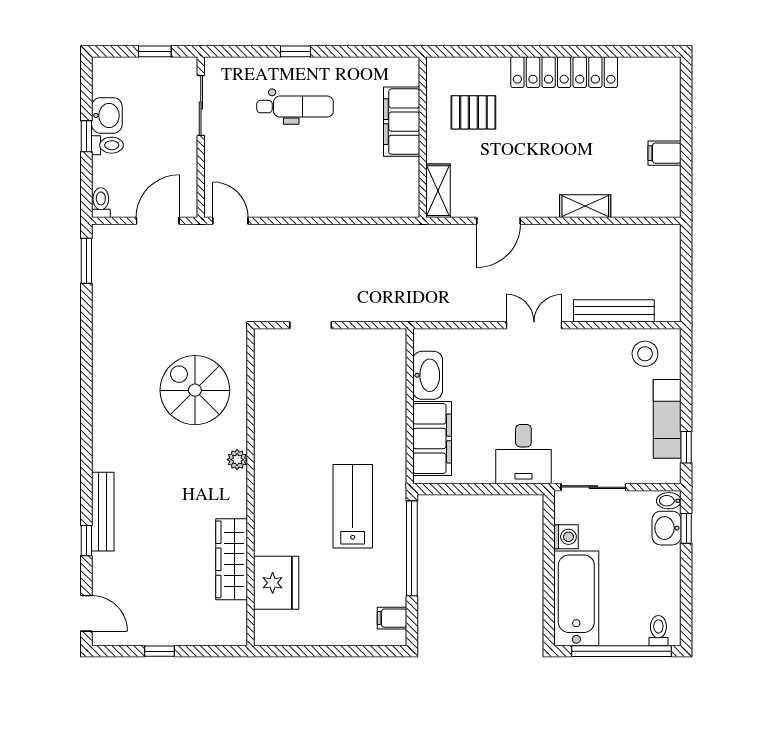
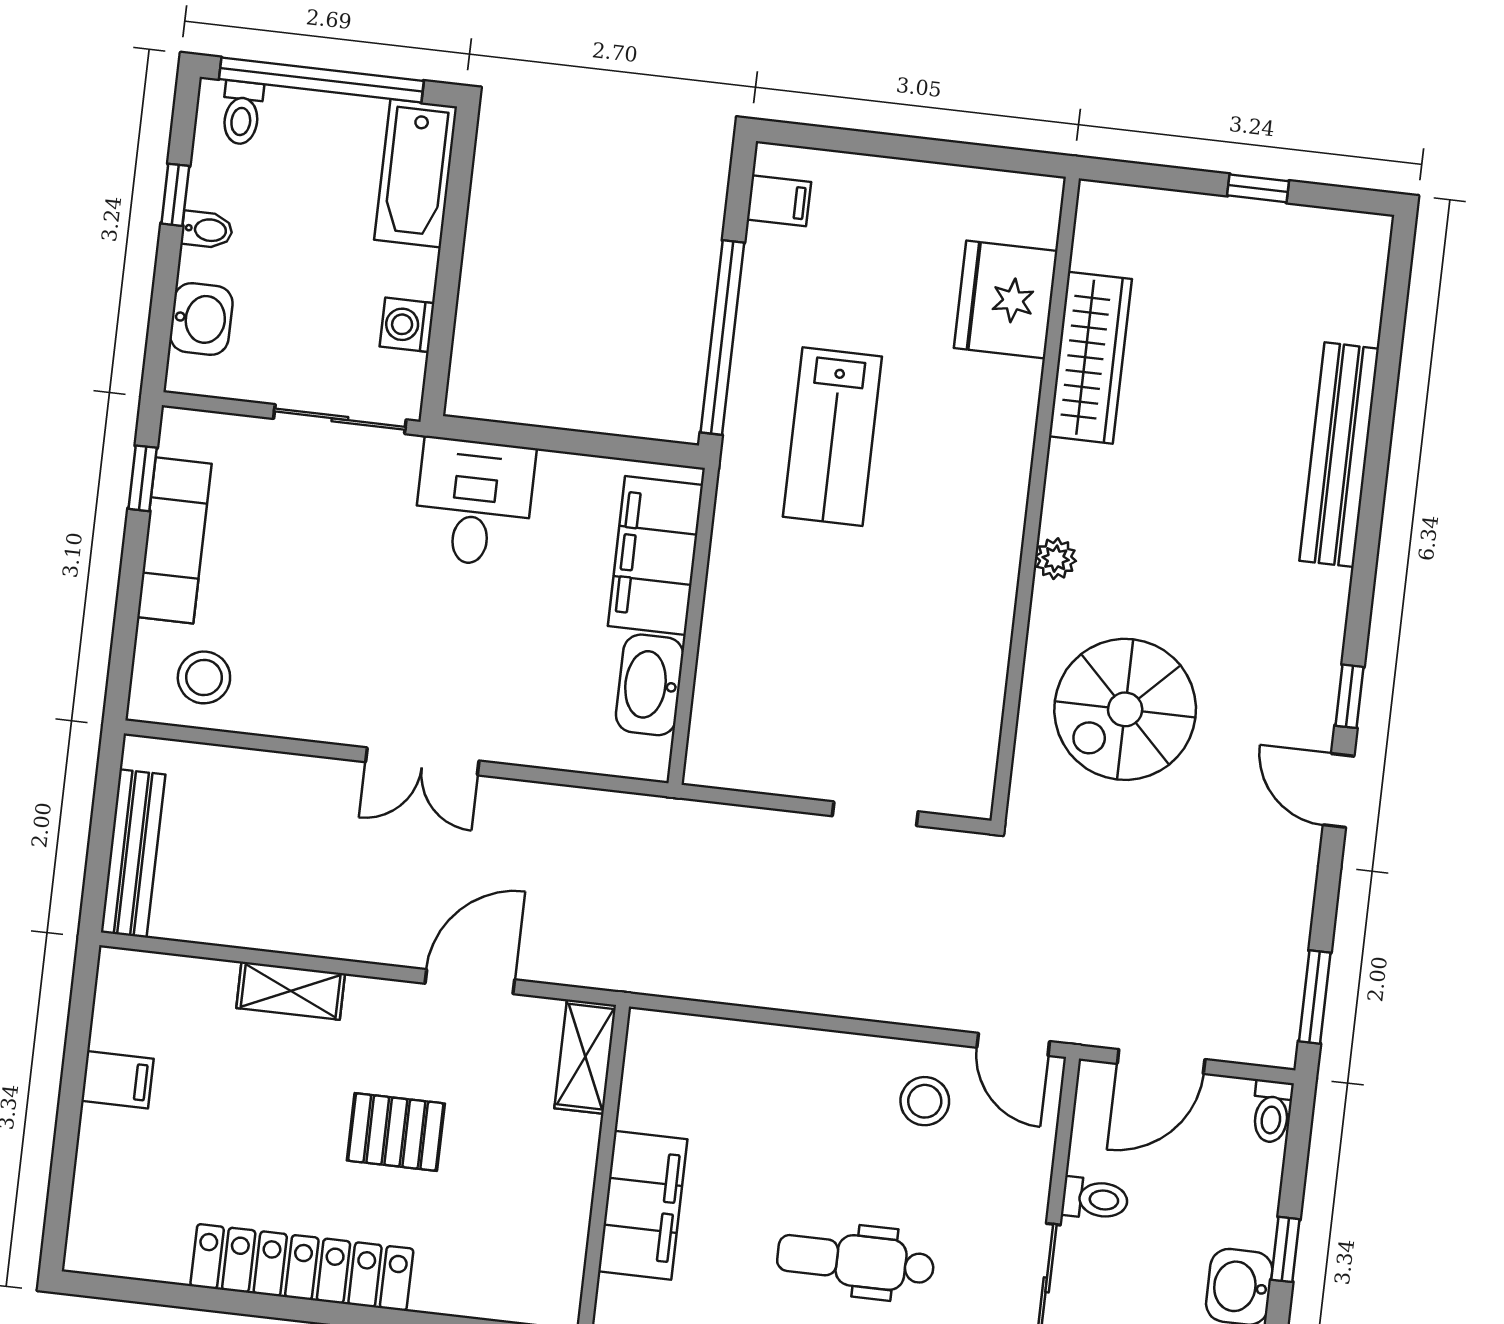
pallet: (473, 112) -> (396, 1132), moved
toilet: (107, 145) -> (1095, 1199), moved, turned 180
stool: (270, 188) -> (925, 1101), added
bench: (614, 311) -> (133, 853), moved, turned 90
spiral stairs: (195, 390) -> (1125, 709), turned 90
bidet: (669, 501) -> (207, 230), moved
bench: (103, 512) -> (1339, 455), width x1.37, depth x1.21
window: (686, 528) -> (175, 195), moved
window: (86, 541) -> (1349, 696), moved
bathtub: (576, 598) -> (416, 173), width x0.73, depth x0.73
door: (86, 613) -> (1339, 791), moved

